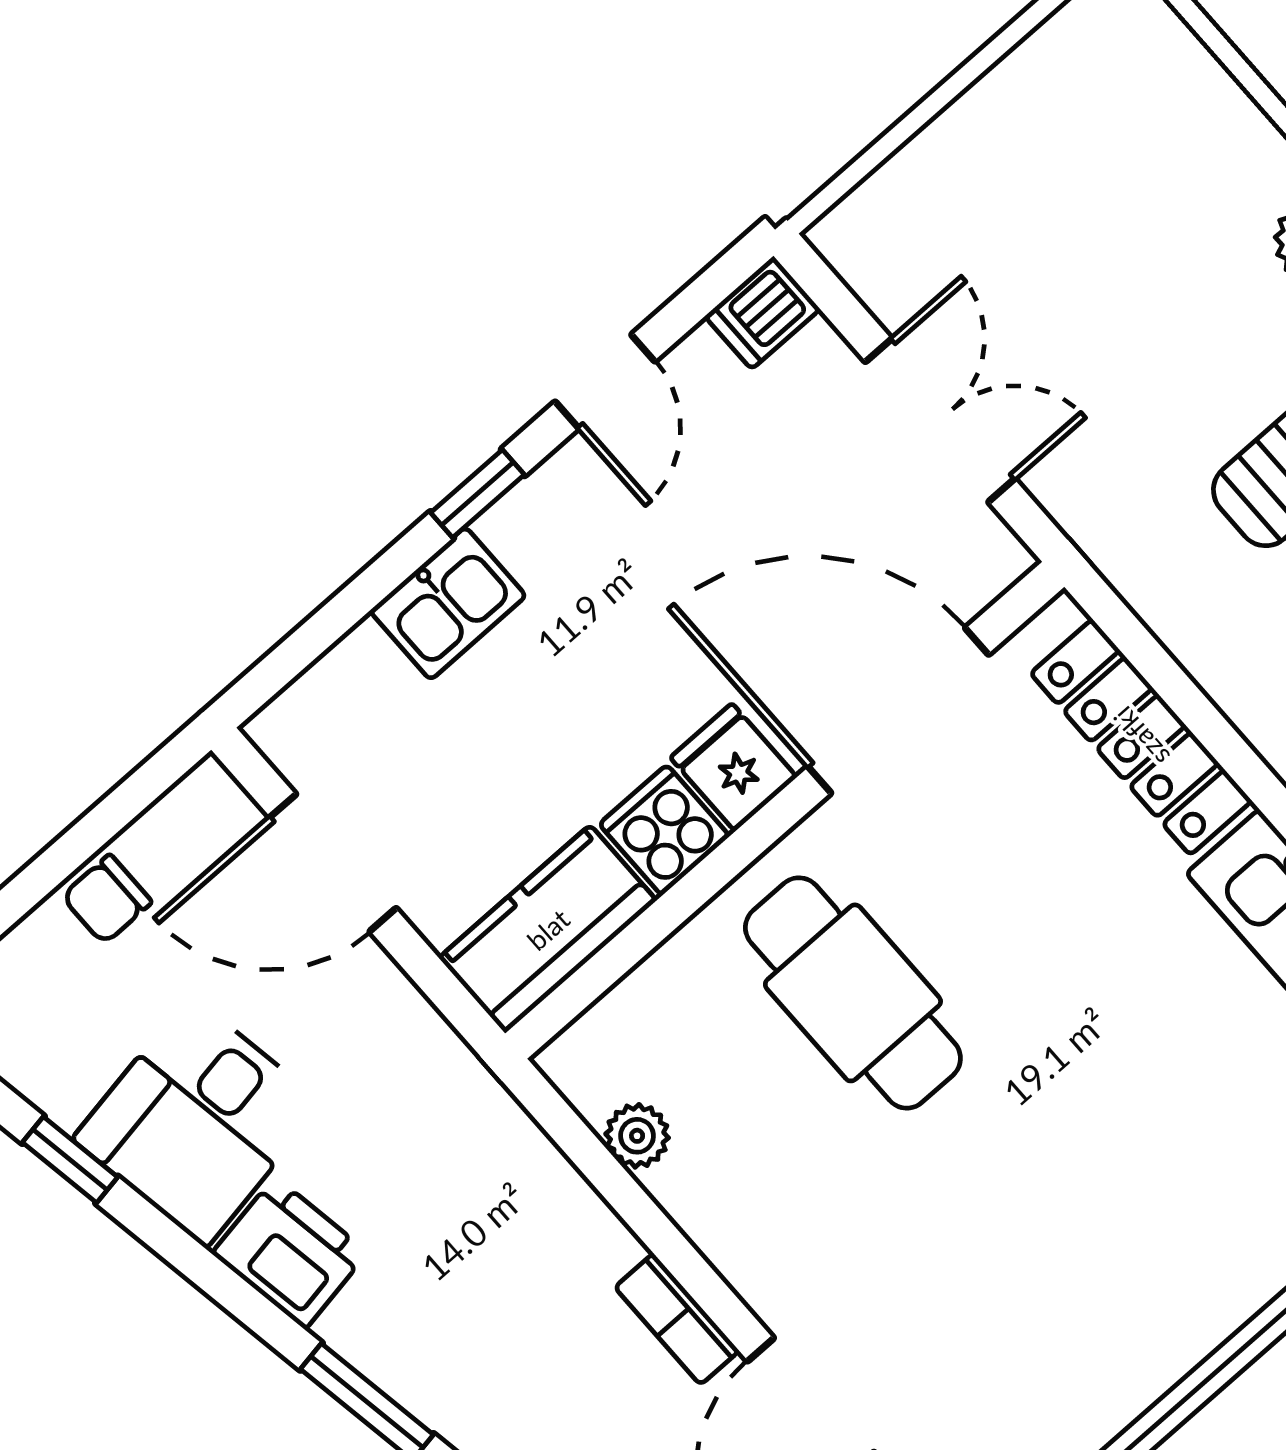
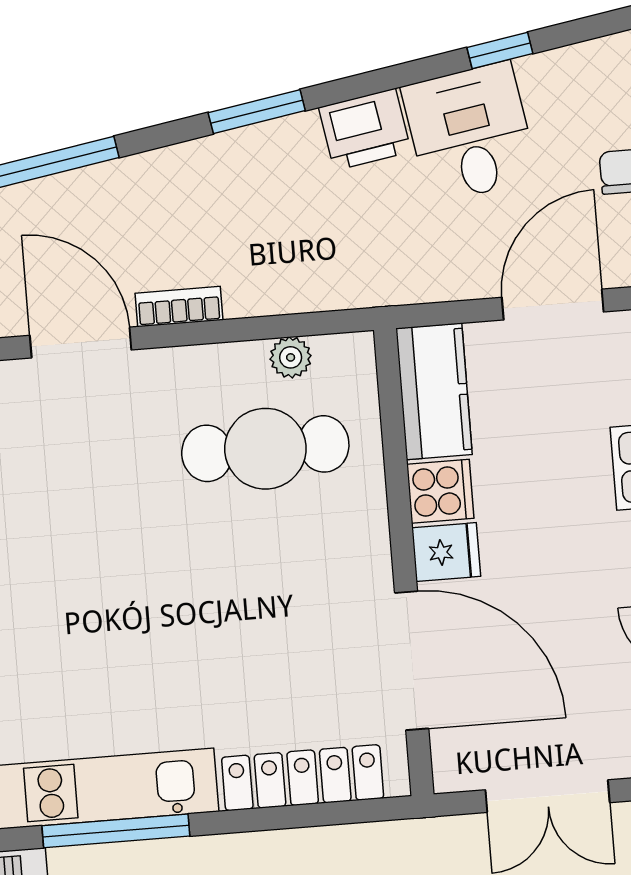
door: (898, 710) -> (412, 661), hinge flipped
cafe table: (853, 993) -> (265, 449), moved

